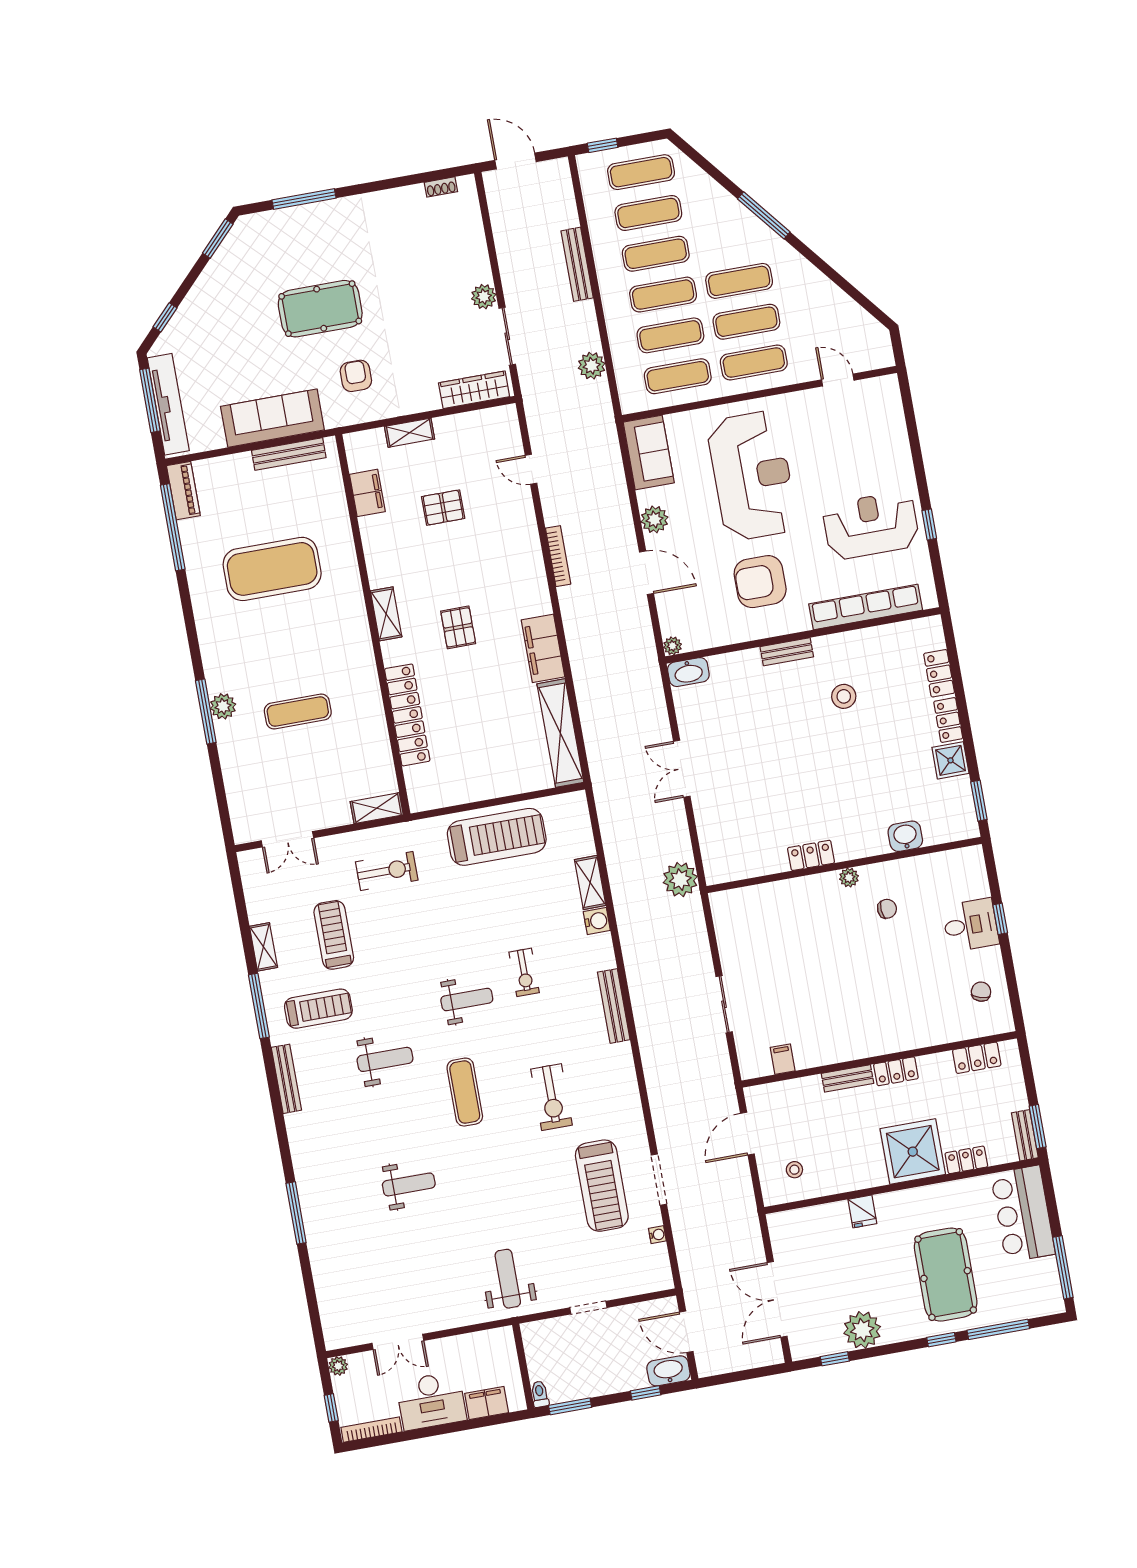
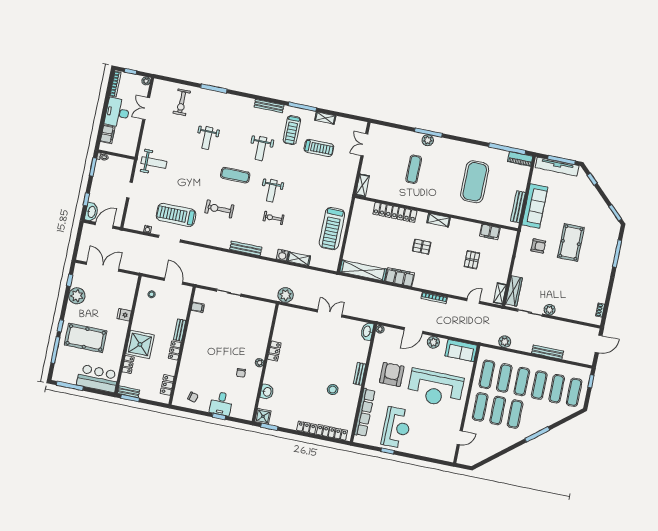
shelving: (410, 433) -> (500, 293), moved
locker: (939, 673) -> (332, 432), width x1.53
shower: (950, 760) -> (263, 416), moved
exercise bike: (387, 871) -> (182, 102), moved

